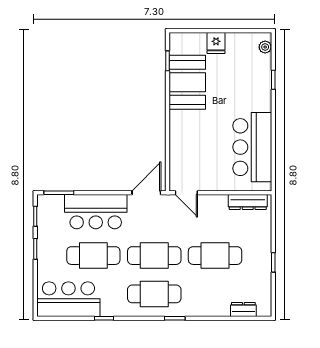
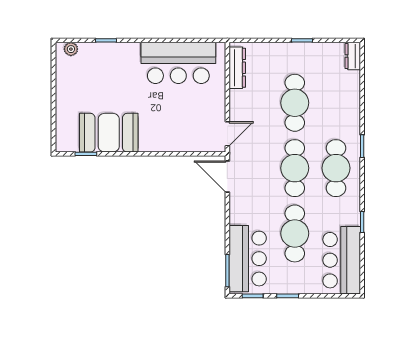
fridge: (216, 43) -> (67, 102), removed
bar counter: (96, 212) -> (248, 259), moved
dresser: (243, 309) -> (353, 56), moved

